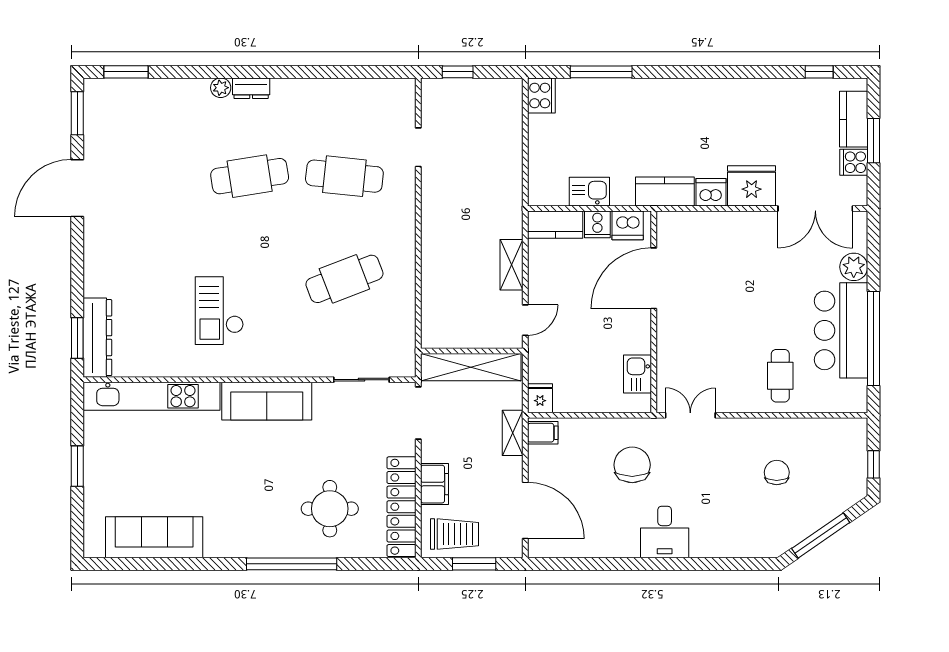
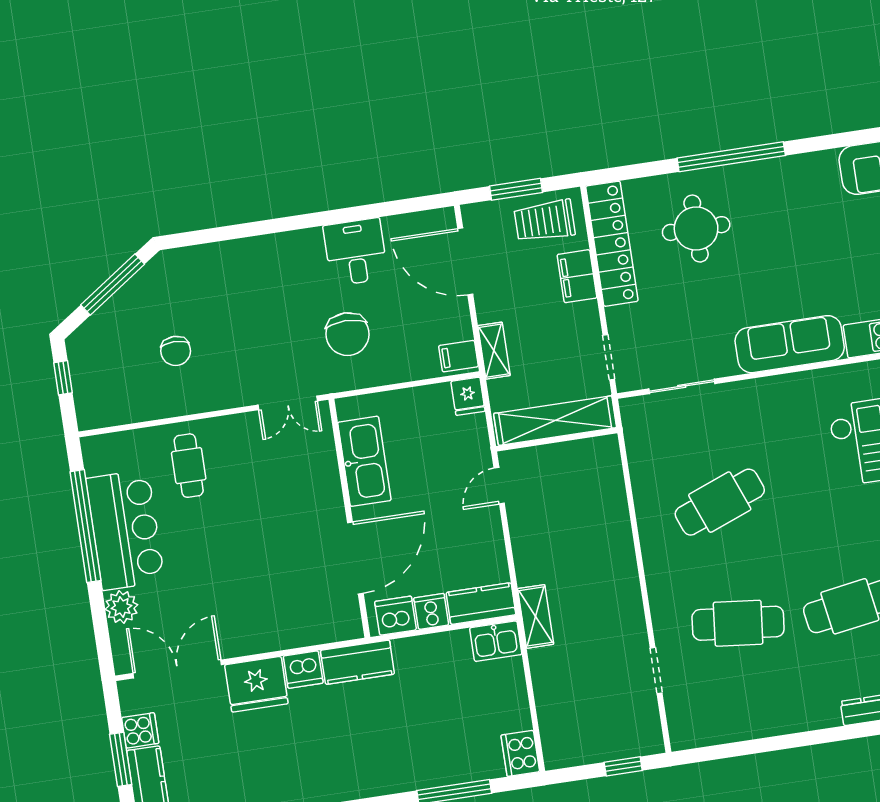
kitchen sink: (589, 192) -> (496, 641), moved
shelving: (512, 265) -> (536, 616), moved
kitchen sink: (637, 374) -> (364, 461), width x1.87, depth x1.24
doorway: (418, 413) -> (609, 357), width x0.73
desk: (665, 532) -> (356, 252), moved

